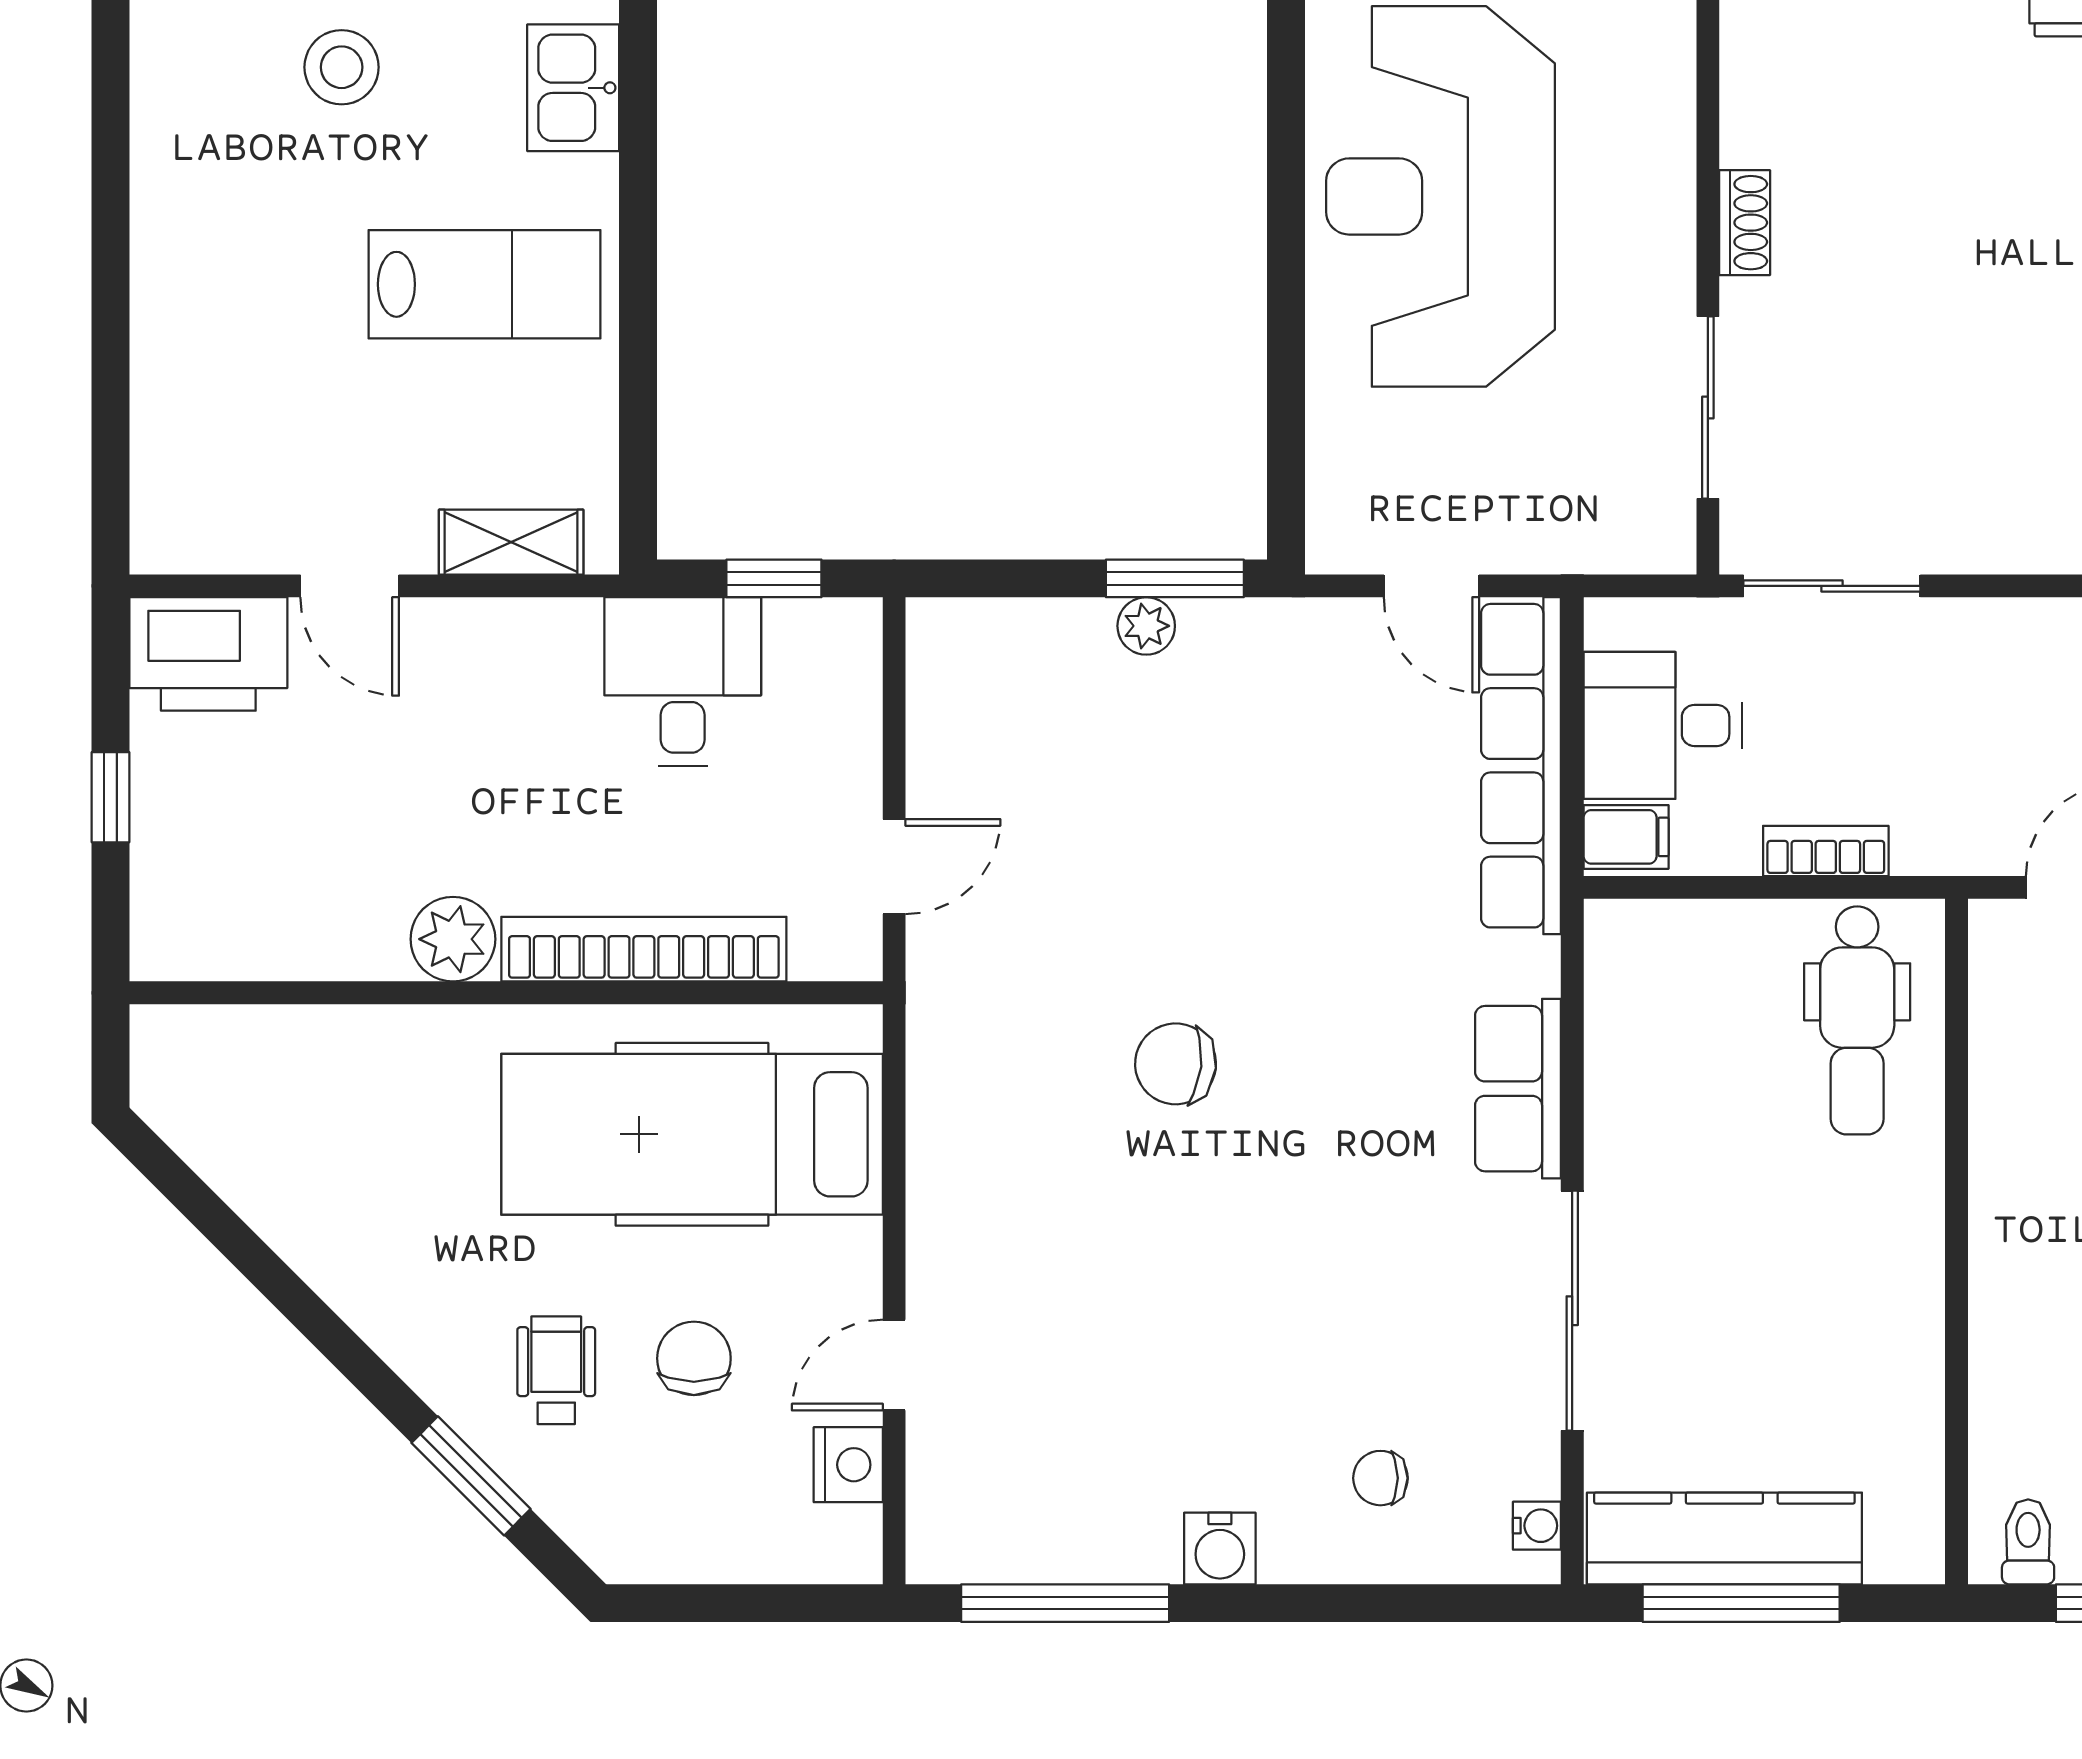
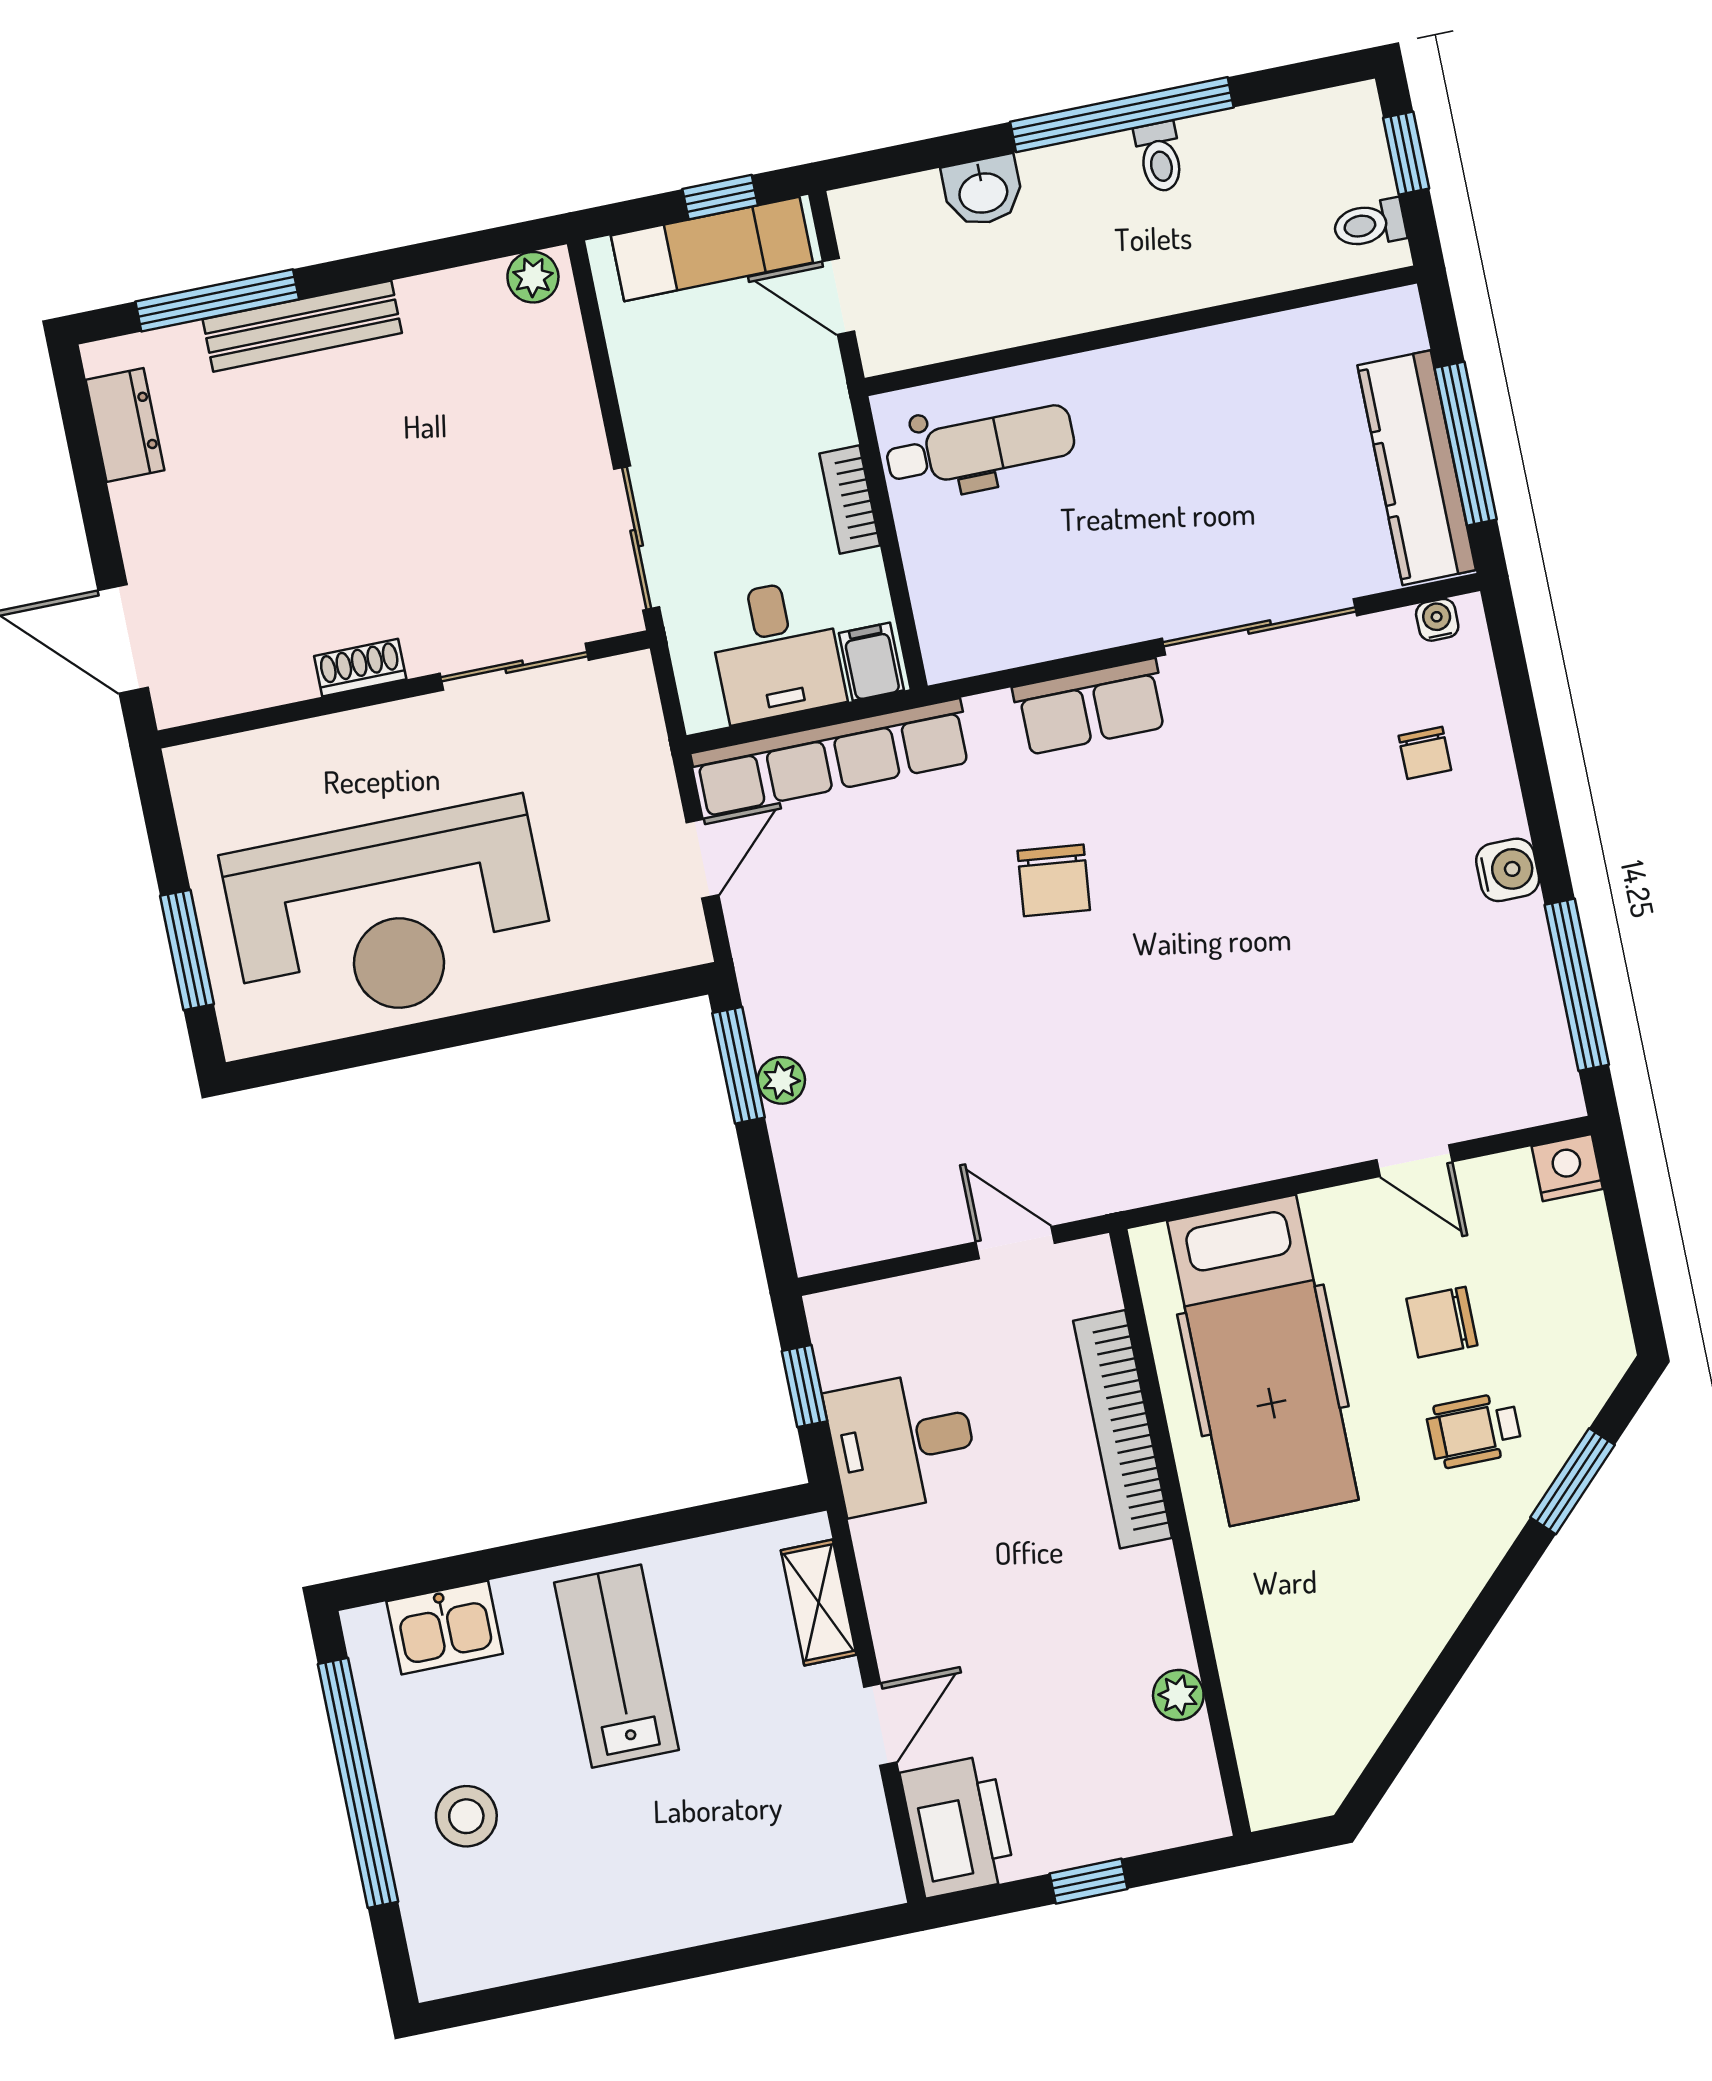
plant: (453, 939) -> (1178, 1695), moved, width x0.73, depth x0.73
chair: (1176, 1064) -> (1054, 880), moved
nightstand: (848, 1465) -> (1567, 1168), moved

